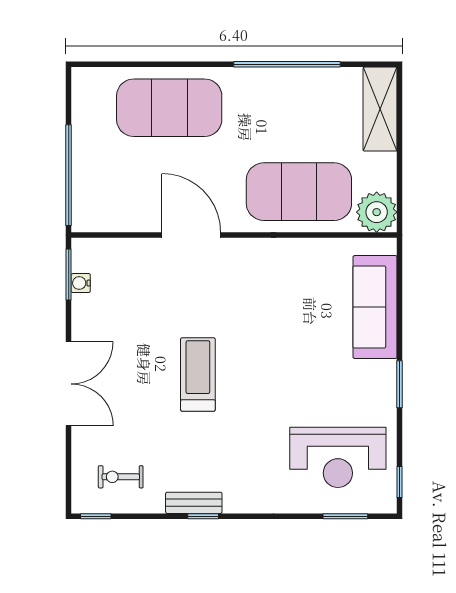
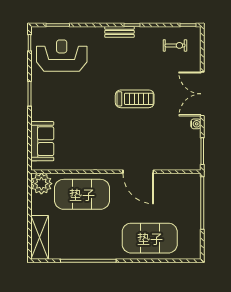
water cooler: (81, 283) -> (196, 124), moved
sofa: (375, 307) -> (42, 141), width x0.73
treadmill: (198, 374) -> (135, 99), turned -90
bench: (194, 503) -> (119, 32), moved

